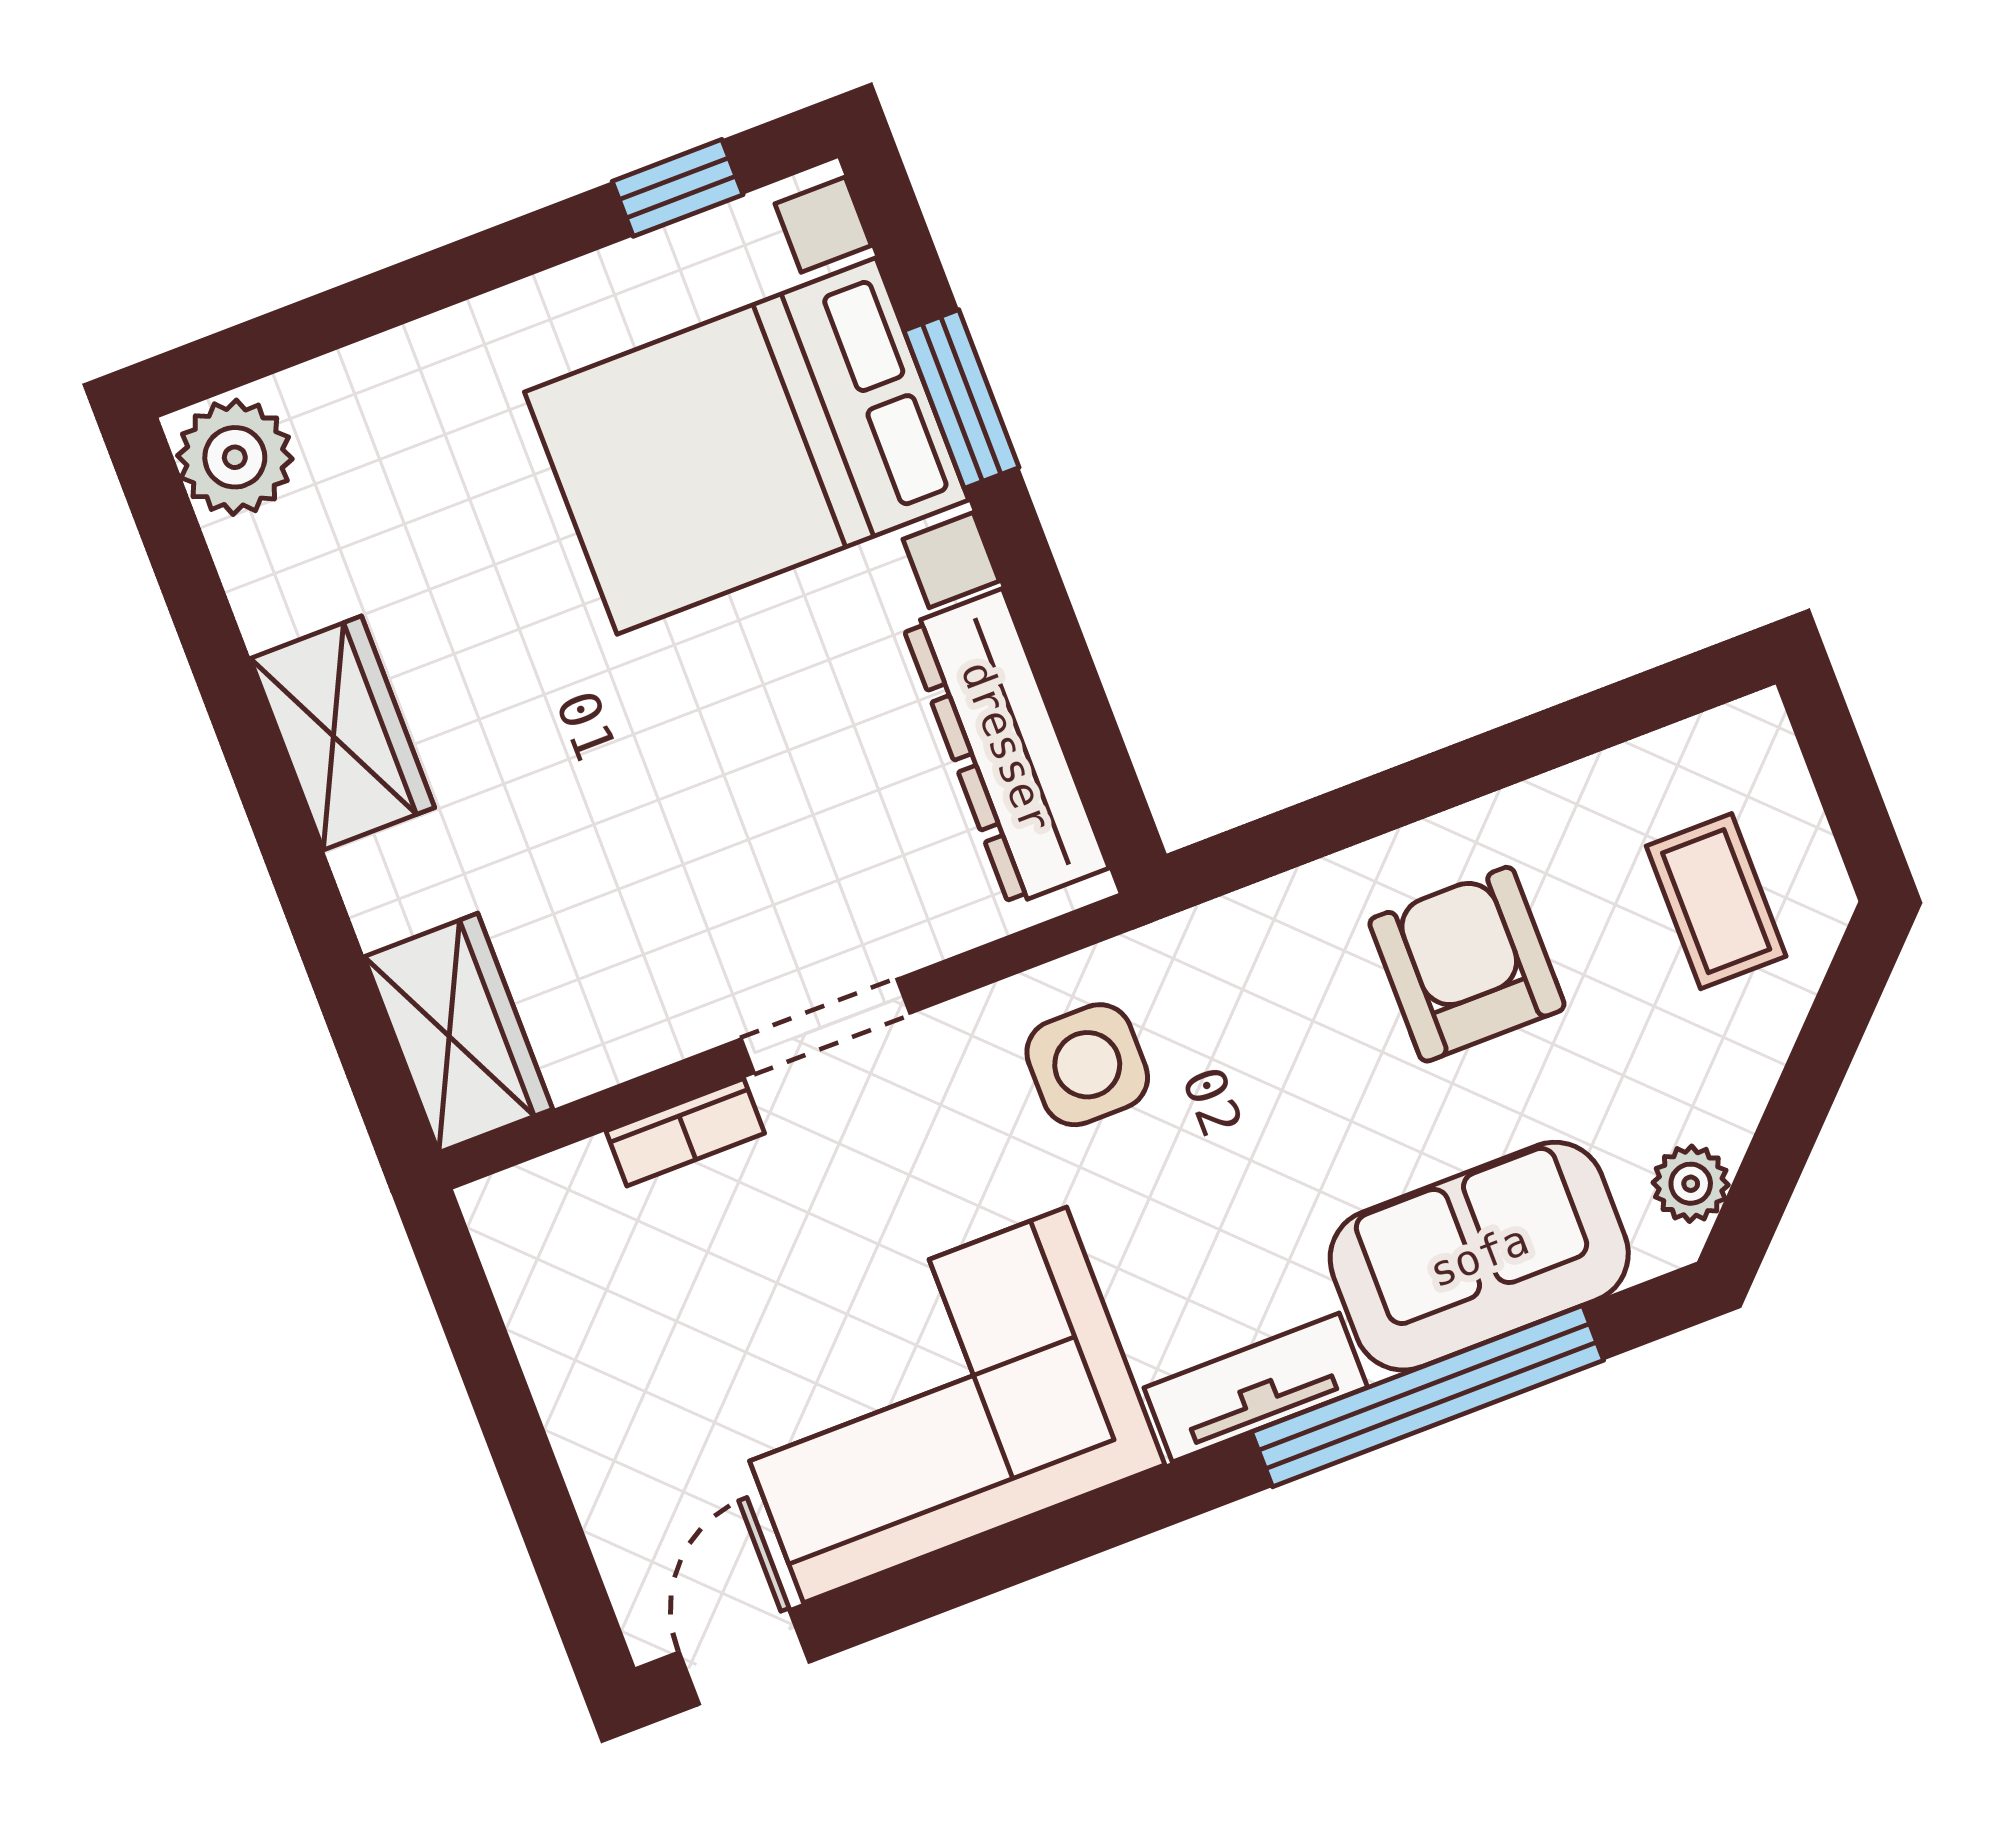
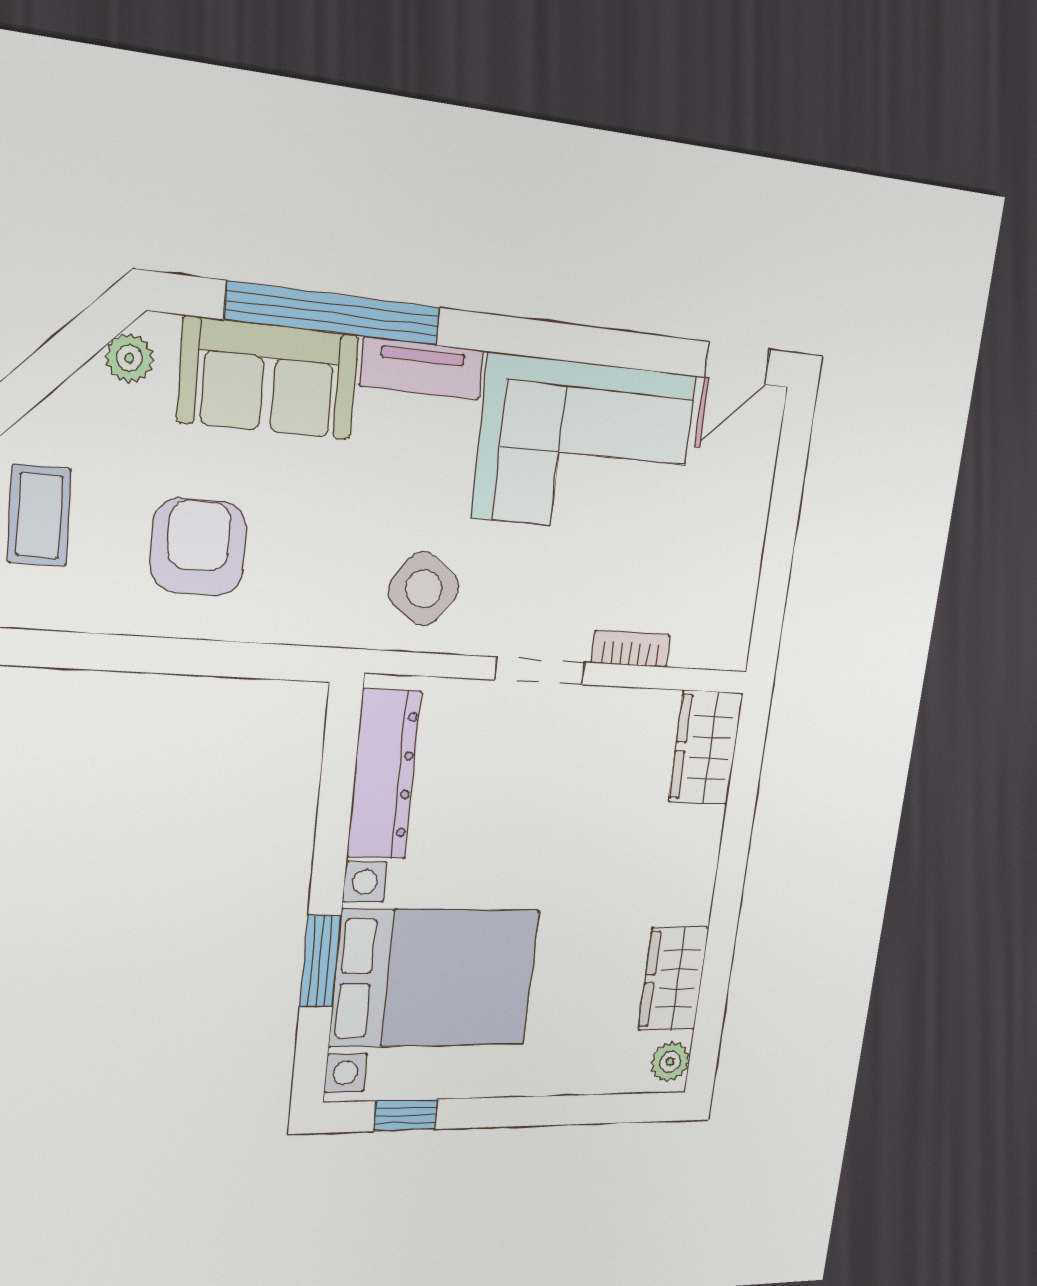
plant: (235, 457) -> (670, 1062), width x0.73, depth x0.73
wardrobe: (342, 733) -> (673, 979), moved
armchair: (1467, 964) -> (198, 547), turned 180
side table: (1087, 1065) -> (423, 589), turned 37

